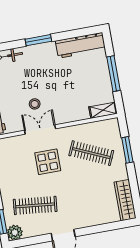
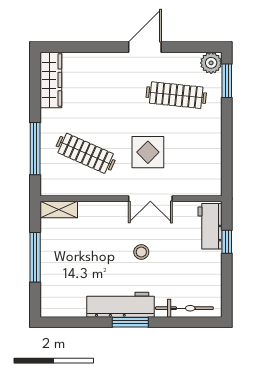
workbench: (80, 45) -> (120, 305), moved
stool: (35, 104) -> (141, 252), moved
window: (127, 150) -> (35, 149), width x1.44

